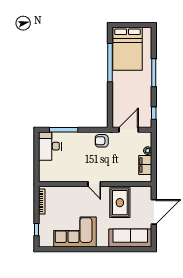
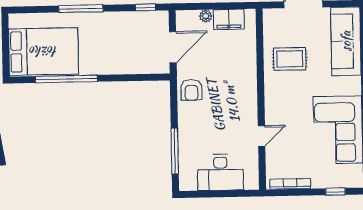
door: (129, 130) -> (173, 47), swing flipped
desk: (50, 146) -> (220, 172), moved
door: (94, 184) -> (262, 136), moved
rug: (120, 203) -> (290, 59), width x0.73, depth x0.70

